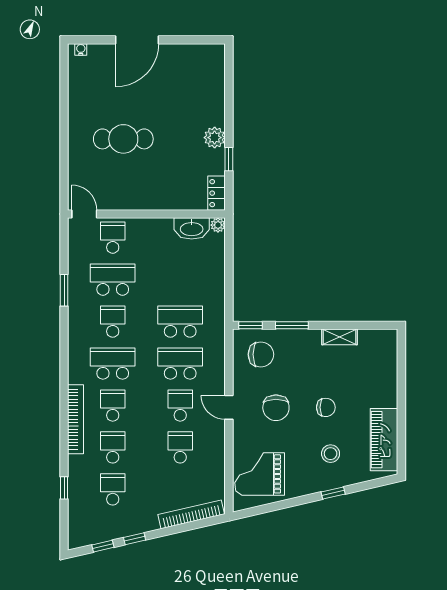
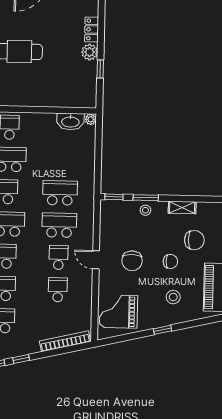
locker: (217, 193) -> (92, 29), moved
stool: (292, 342) -> (145, 210), added
chair: (261, 354) -> (194, 240), moved
window: (333, 493) -> (163, 330), moved

